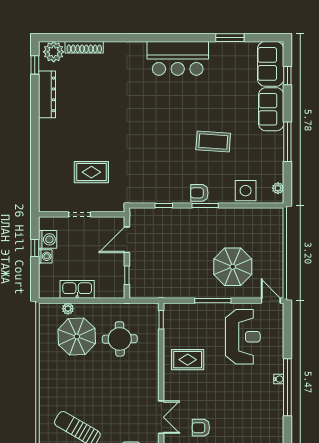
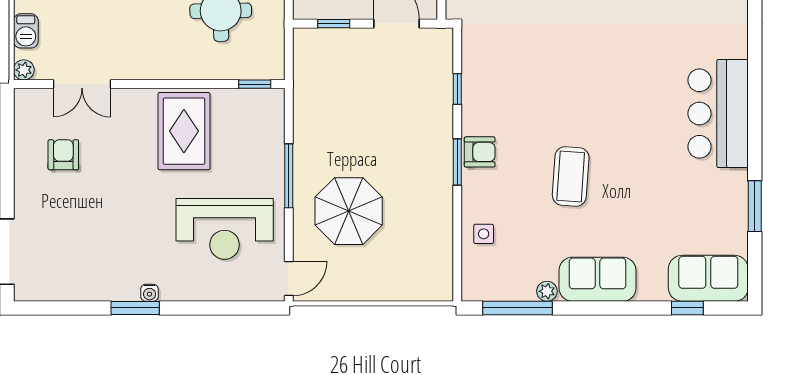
sofa: (271, 109) -> (598, 279), moved
window: (287, 142) -> (517, 308), moved
plant: (278, 188) -> (547, 291), moved
side table: (246, 191) -> (484, 234), width x0.54, depth x0.54
armchair: (199, 193) -> (480, 152), turned 90
rug: (188, 360) -> (184, 131), width x1.36, depth x1.43
window: (287, 387) -> (135, 308), width x0.47

